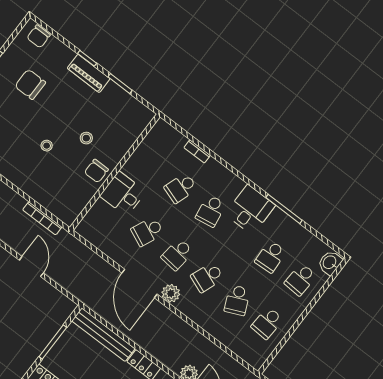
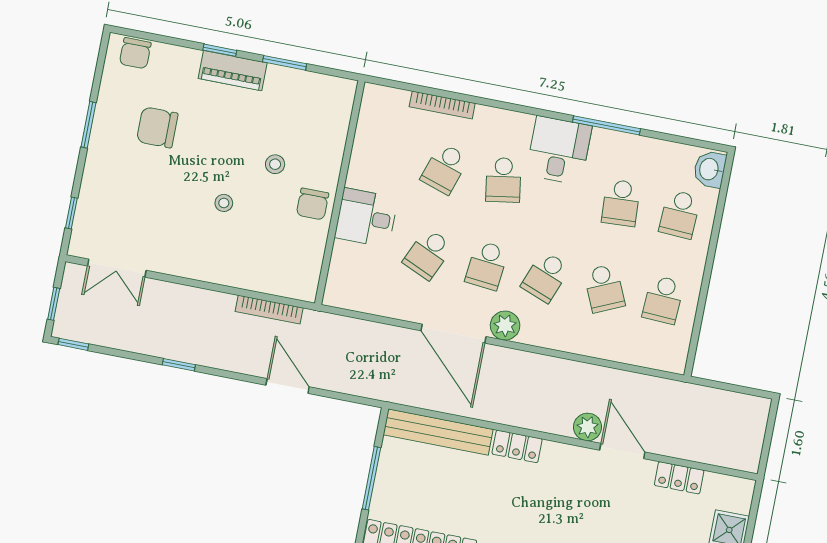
bookcase: (197, 151) -> (442, 105), width x1.56

